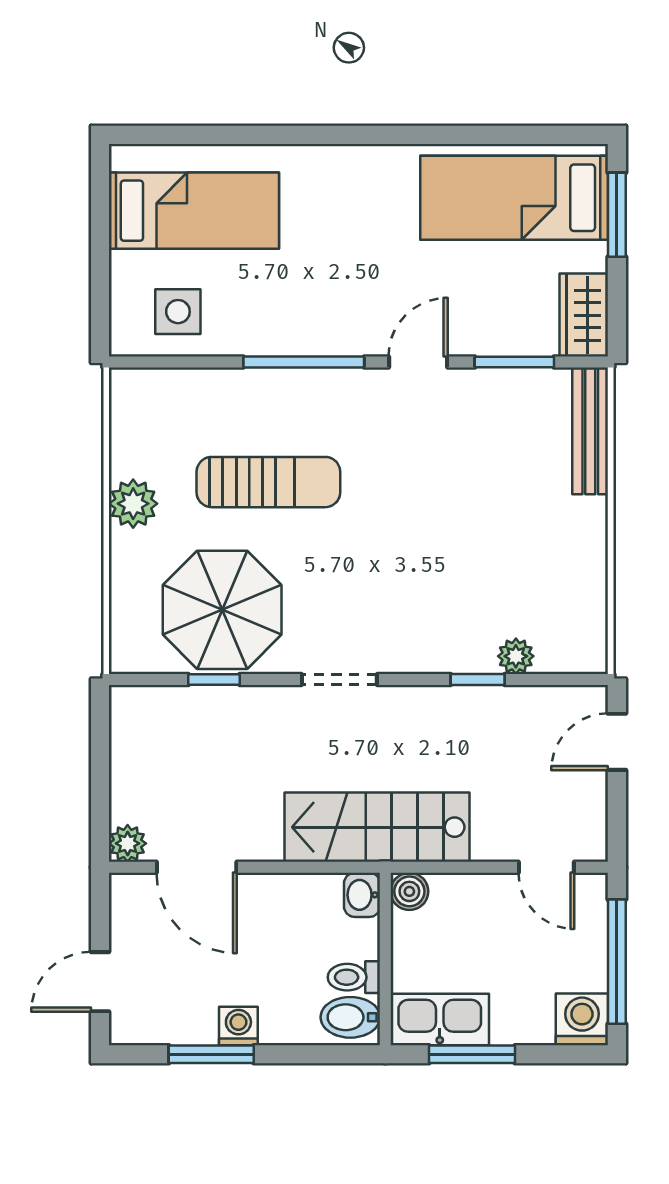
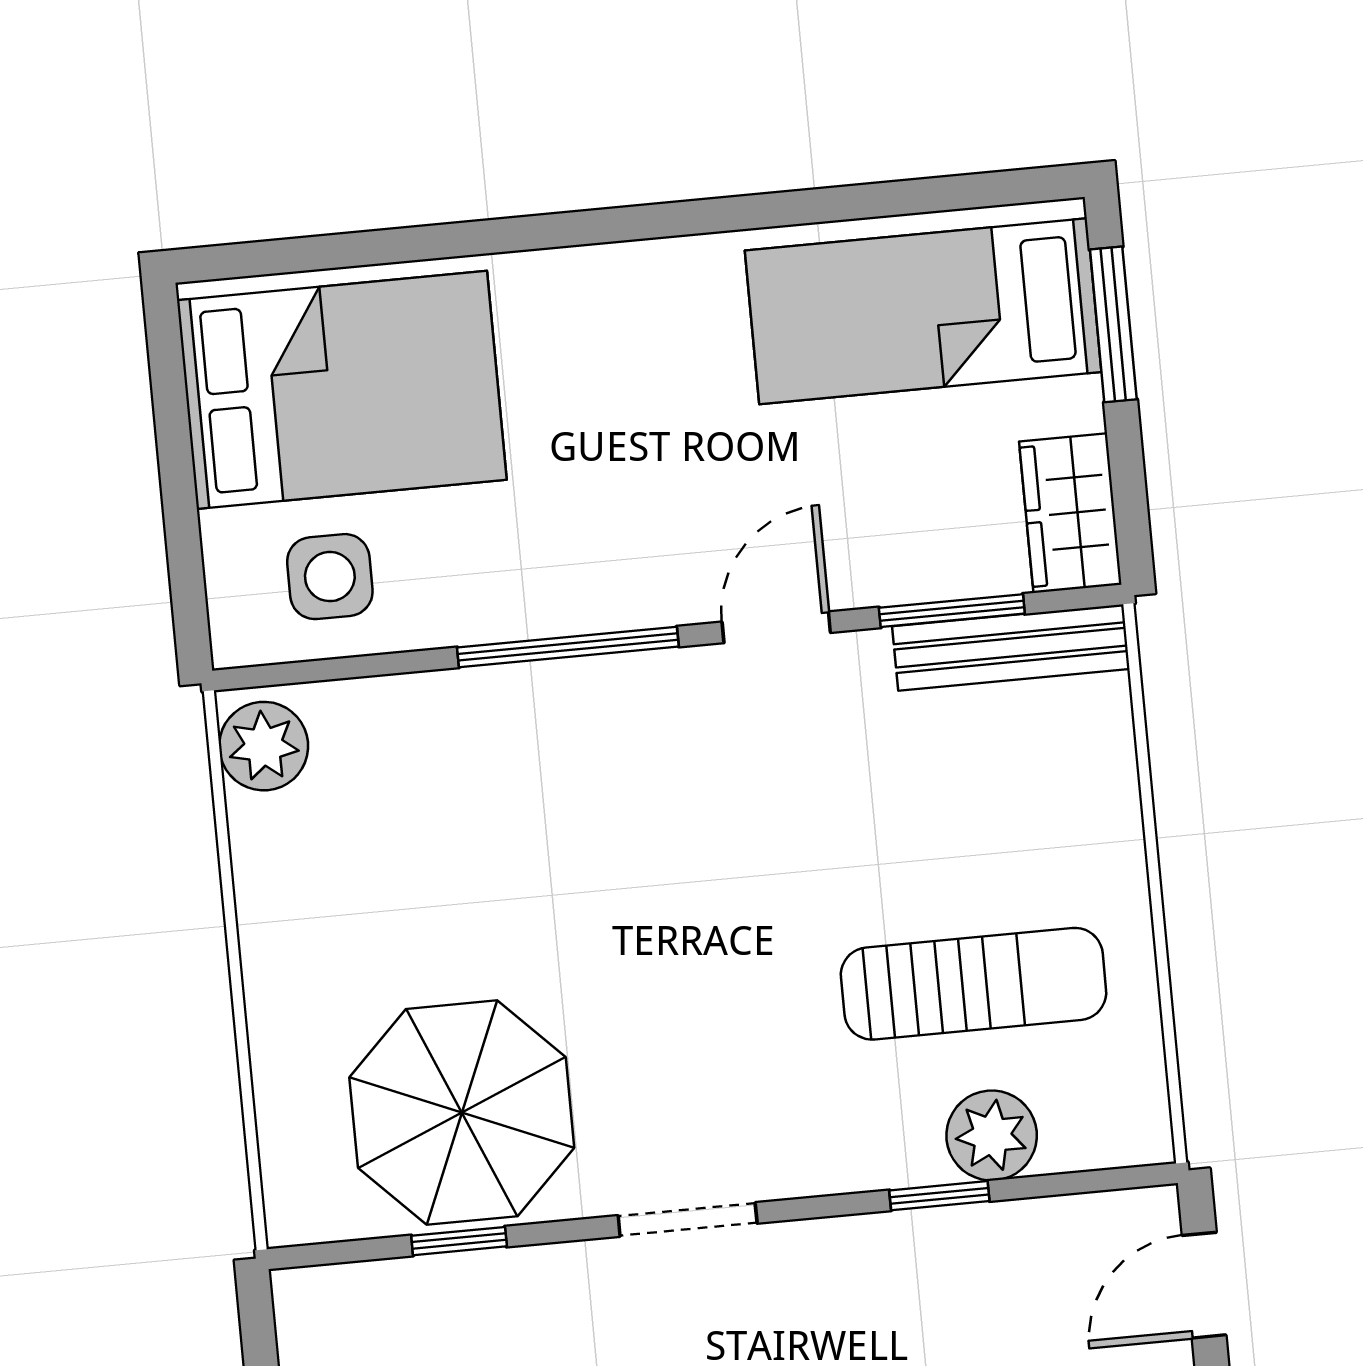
bed: (194, 211) -> (342, 390), width x1.50
bench: (590, 431) -> (1011, 648), moved, turned 90
sun lounger: (268, 482) -> (974, 984), moved
plant: (133, 504) -> (264, 746), moved
plant: (516, 656) -> (992, 1136), width x1.38, depth x1.38

